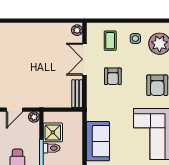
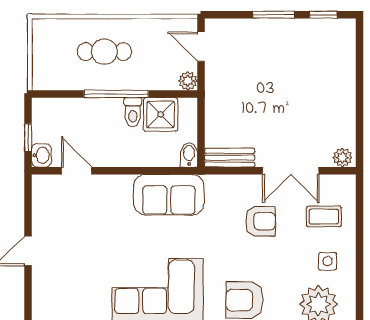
double door: (85, 59) -> (291, 171), swing flipped
armchair: (113, 76) -> (260, 221), turned 180
bidet: (76, 116) -> (189, 155), added
sofa: (98, 141) -> (169, 195), moved

